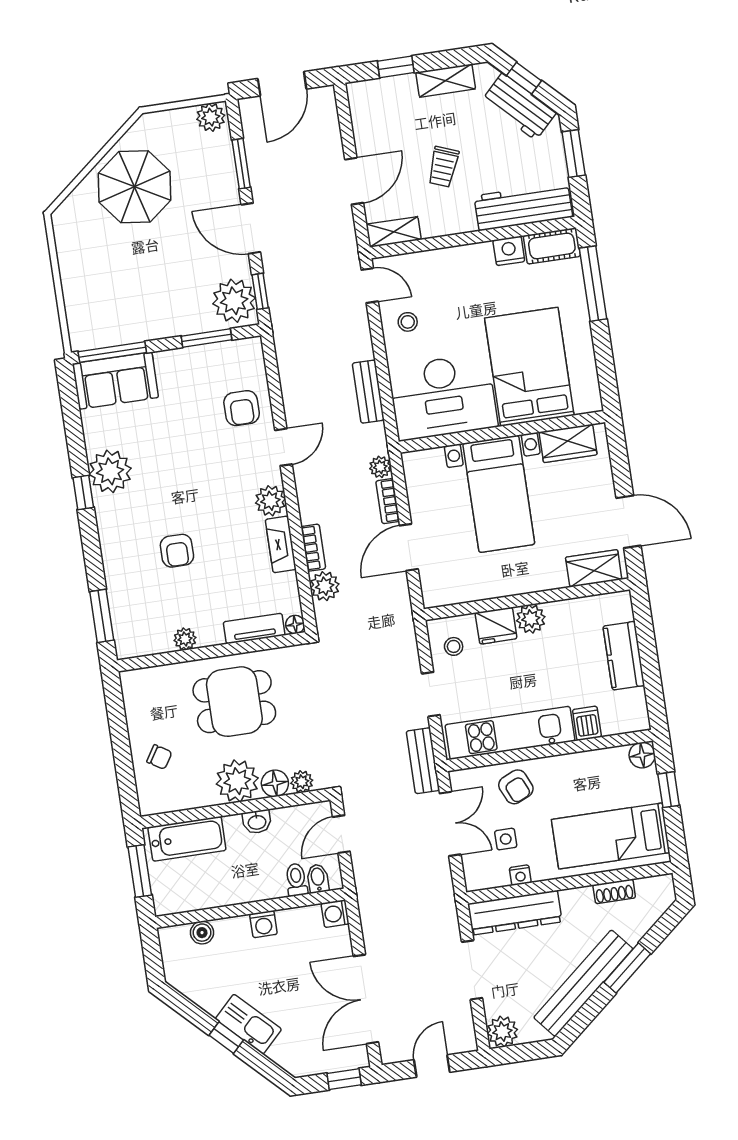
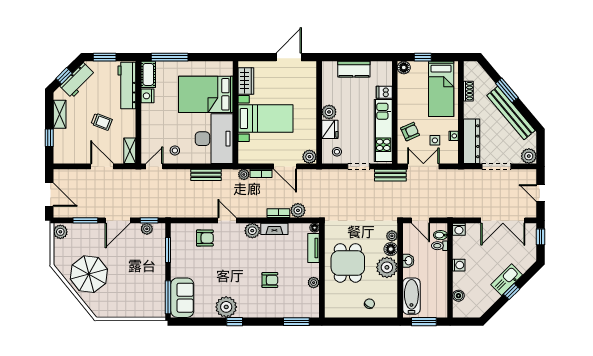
plant: (234, 301) -> (147, 229), width x0.53, depth x0.53
wardrobe: (594, 568) -> (309, 78), removed
plant: (435, 593) -> (309, 157), added

